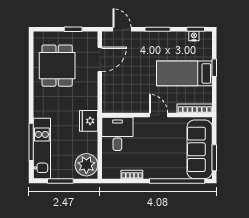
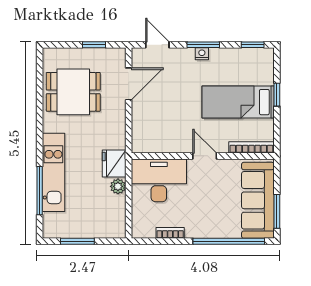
nightstand: (194, 36) -> (202, 54), moved
dining table: (57, 66) -> (73, 92), turned 90
desk: (117, 134) -> (159, 180), width x1.37
kitchen unit: (42, 148) -> (53, 172), moved
plant: (86, 165) -> (118, 186), moved, width x0.53, depth x0.53

